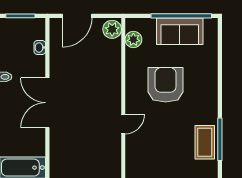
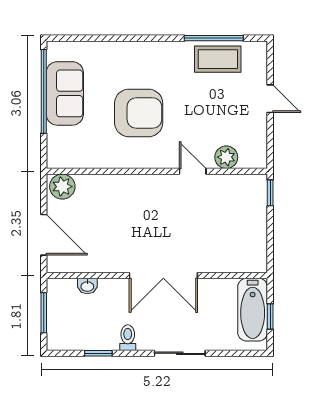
plant: (133, 40) -> (226, 157), moved
armchair: (166, 85) -> (139, 113), turned 180

